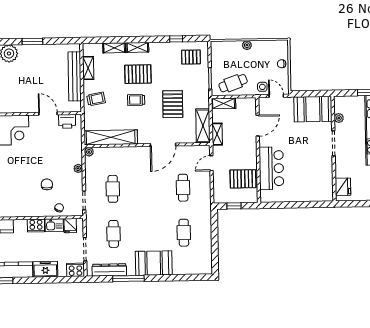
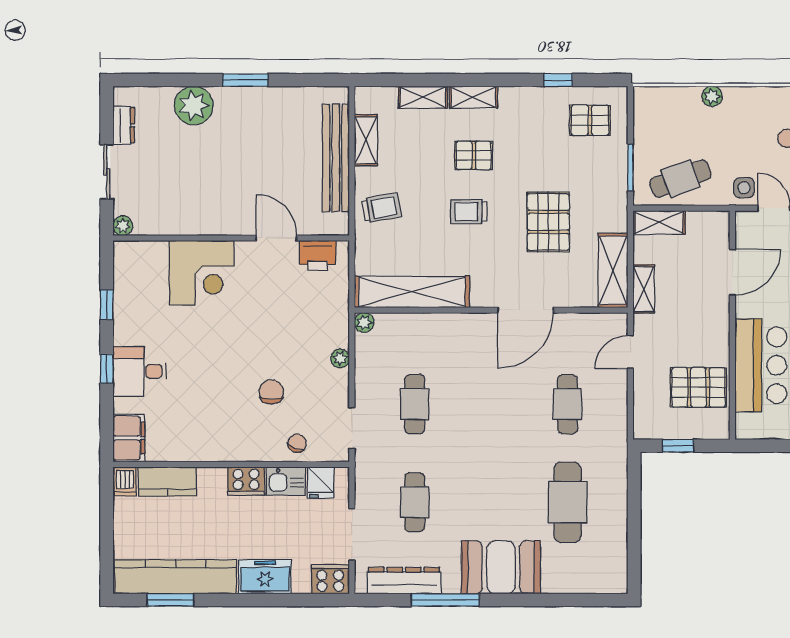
pallet: (138, 74) -> (474, 155), width x0.67, depth x0.71
cafe table: (184, 233) -> (568, 502), width x1.37, depth x1.35

